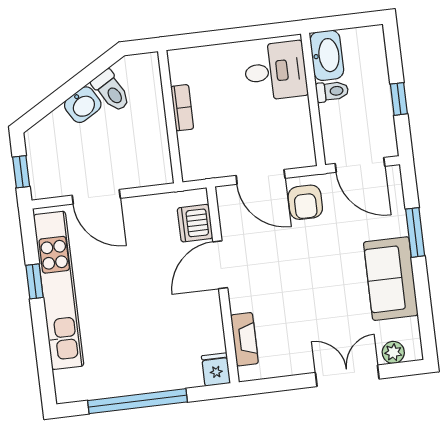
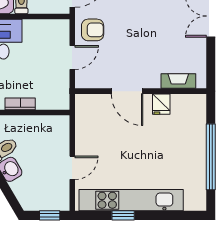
door: (261, 177) -> (72, 57), width x0.73
door: (96, 197) -> (72, 168), width x0.73
dishwasher: (195, 223) -> (98, 105), removed
fridge: (216, 369) -> (161, 104), moved, turned -90

